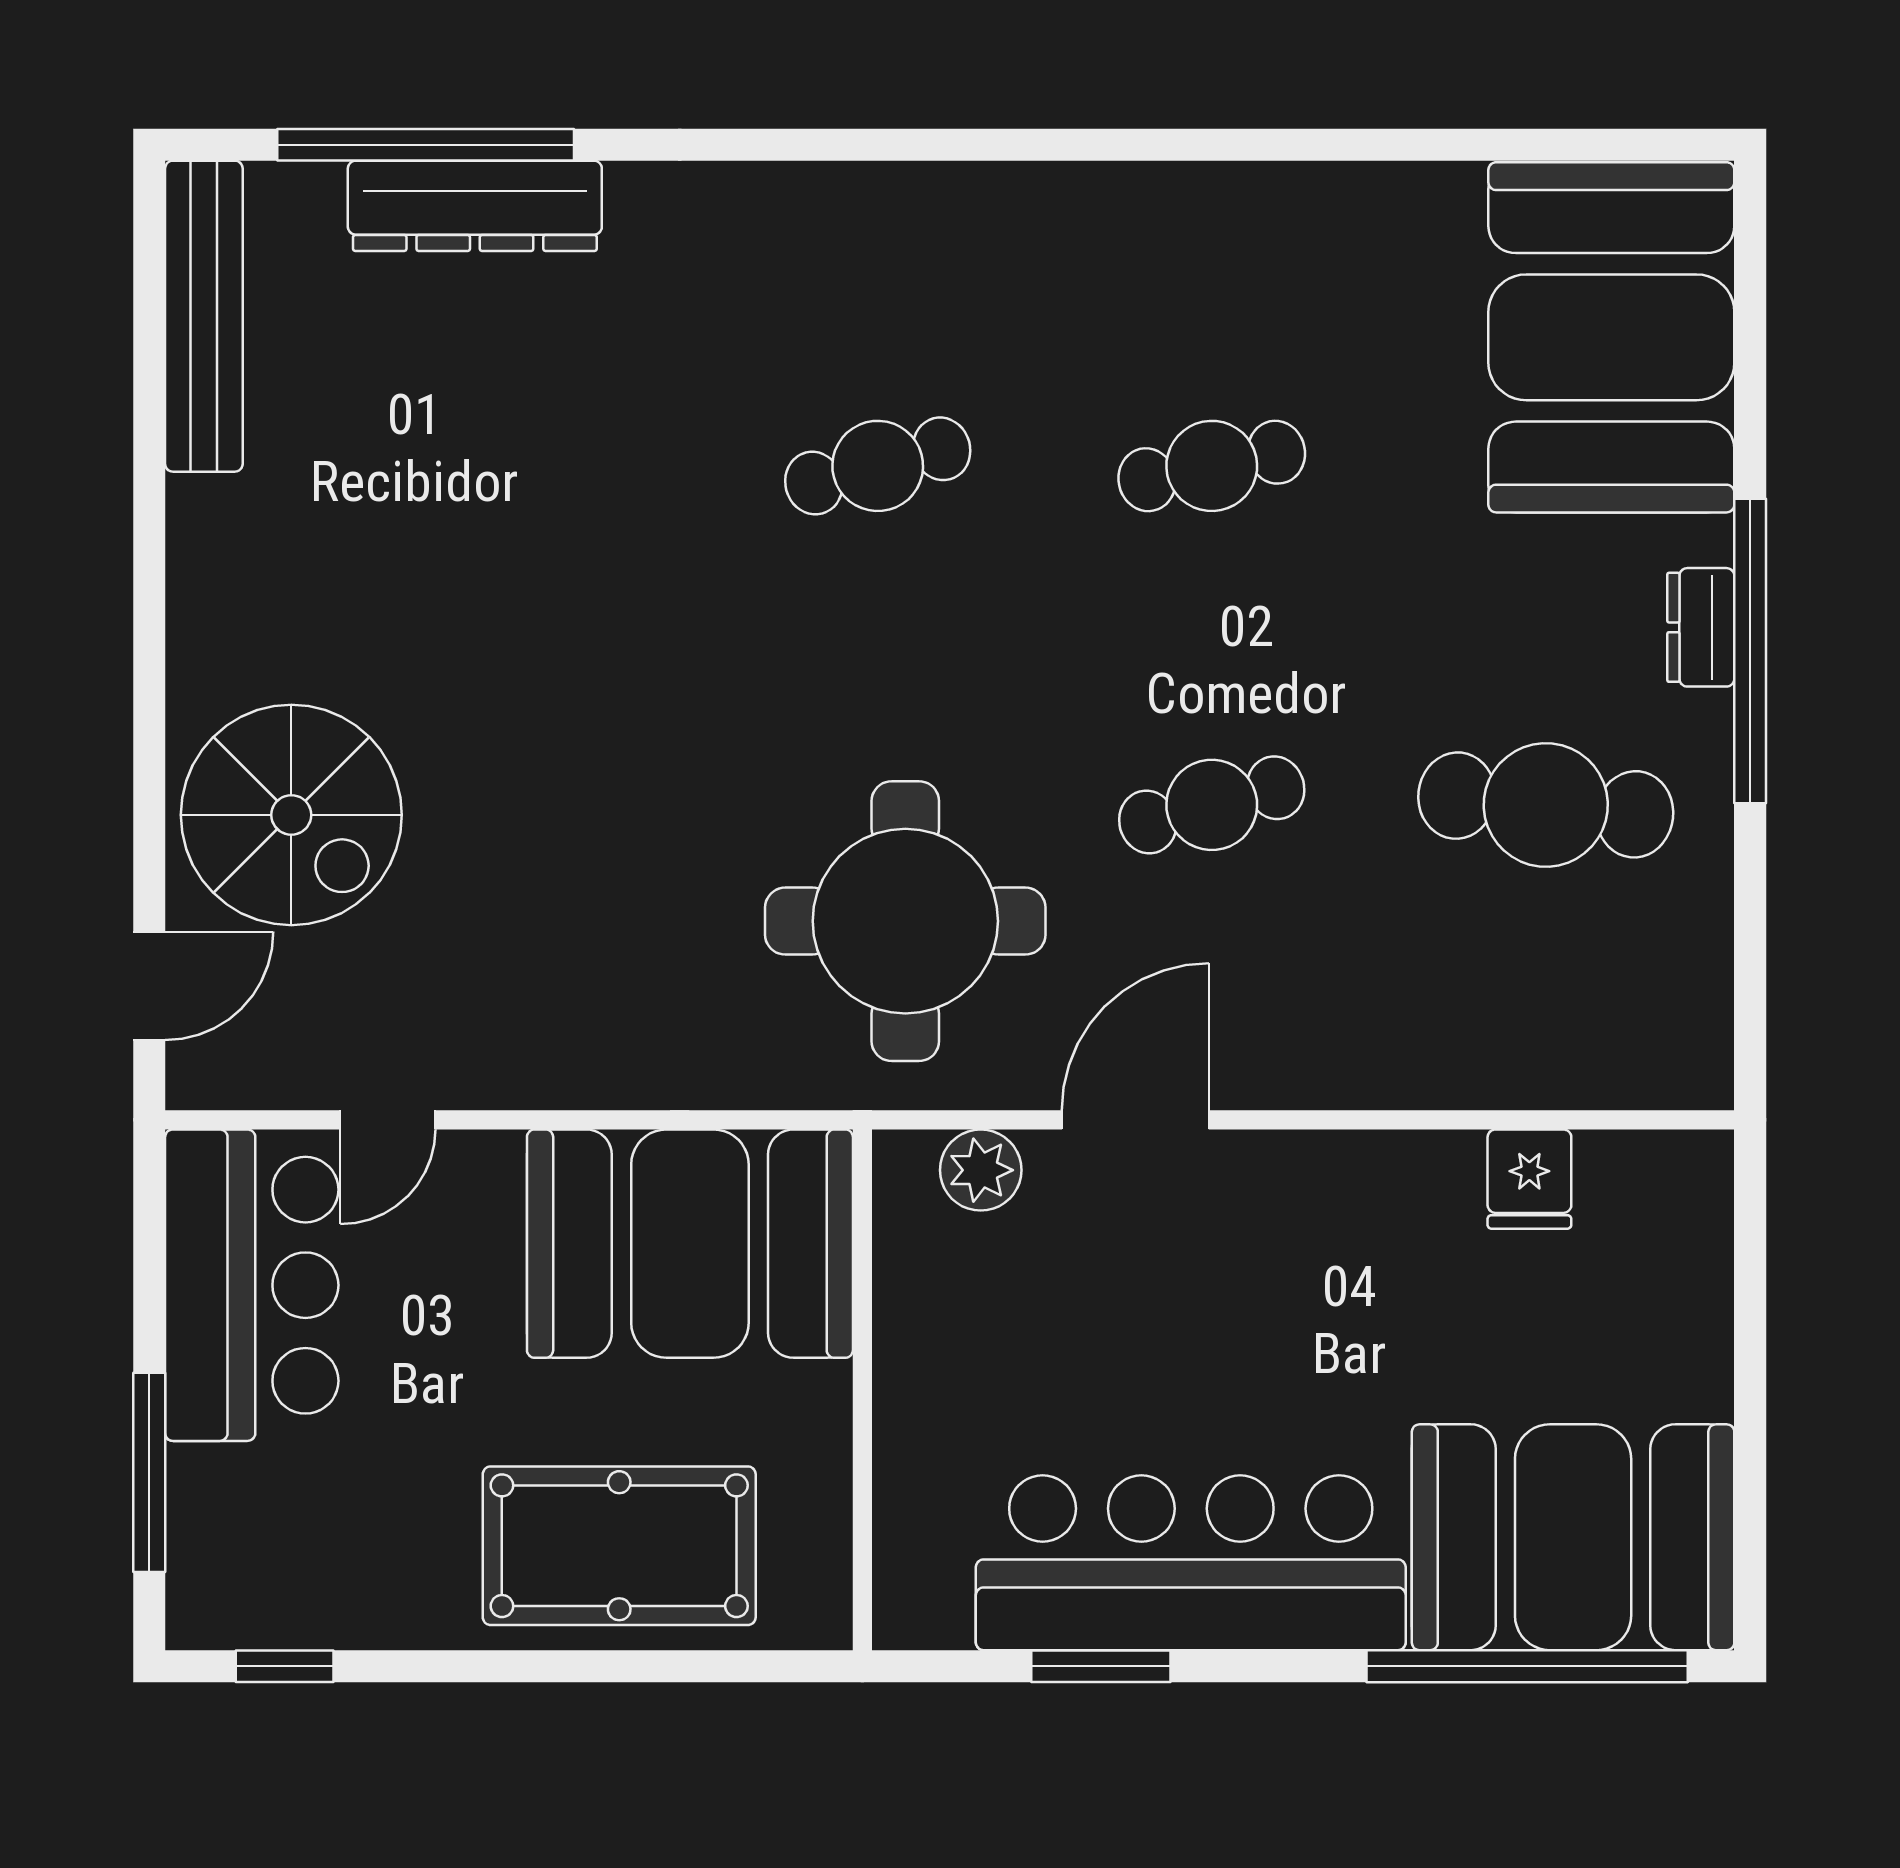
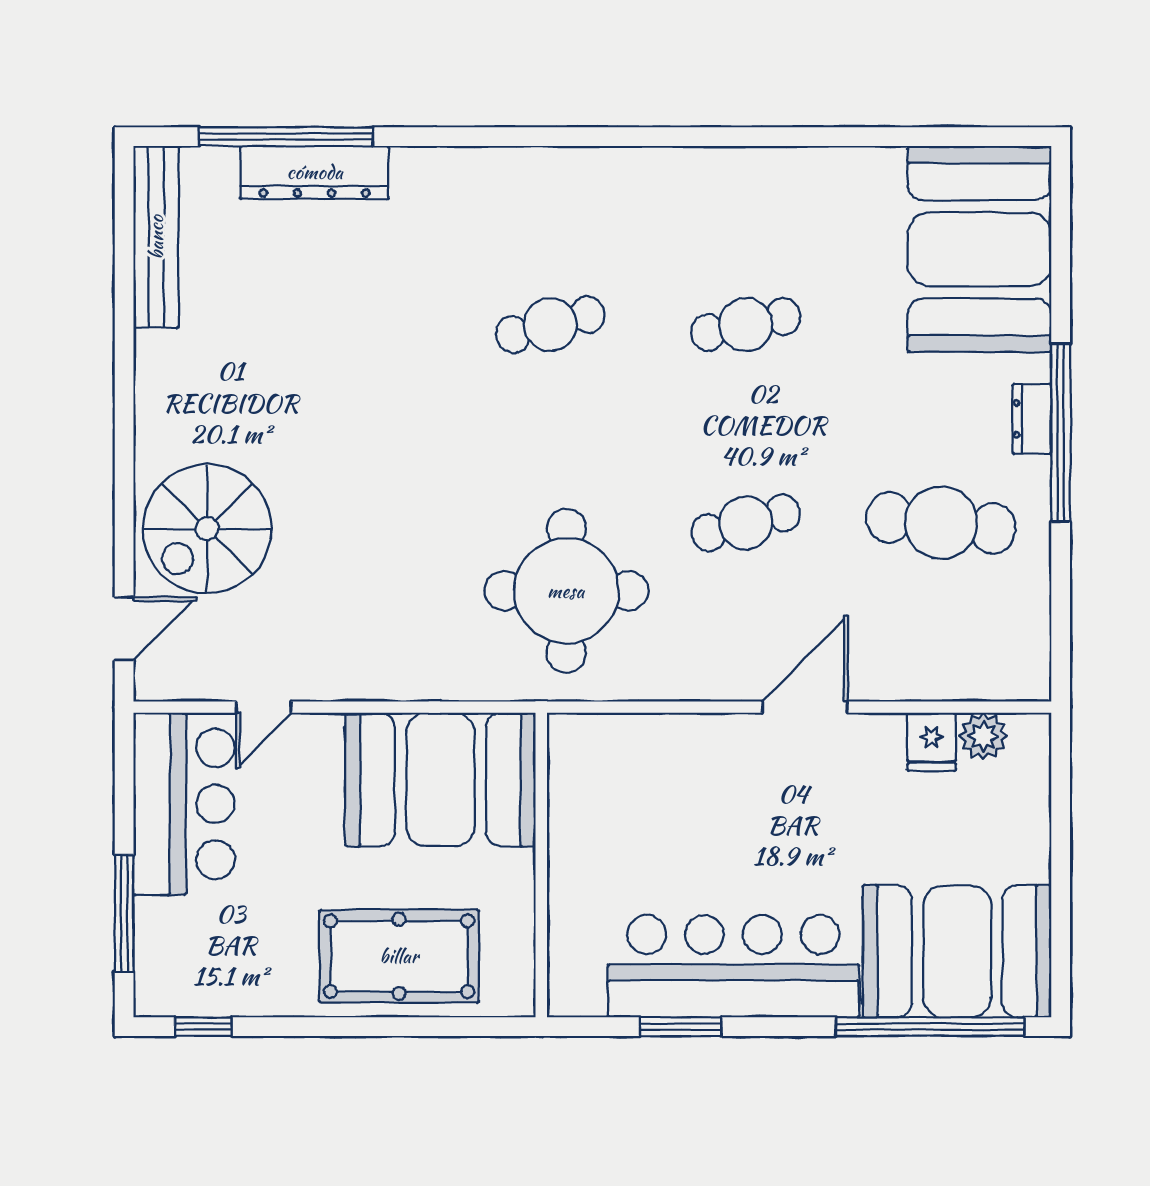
spiral stairs: (291, 815) -> (207, 529), turned 90
door: (1135, 1120) -> (805, 707), moved
plant: (981, 1170) -> (983, 736), moved

